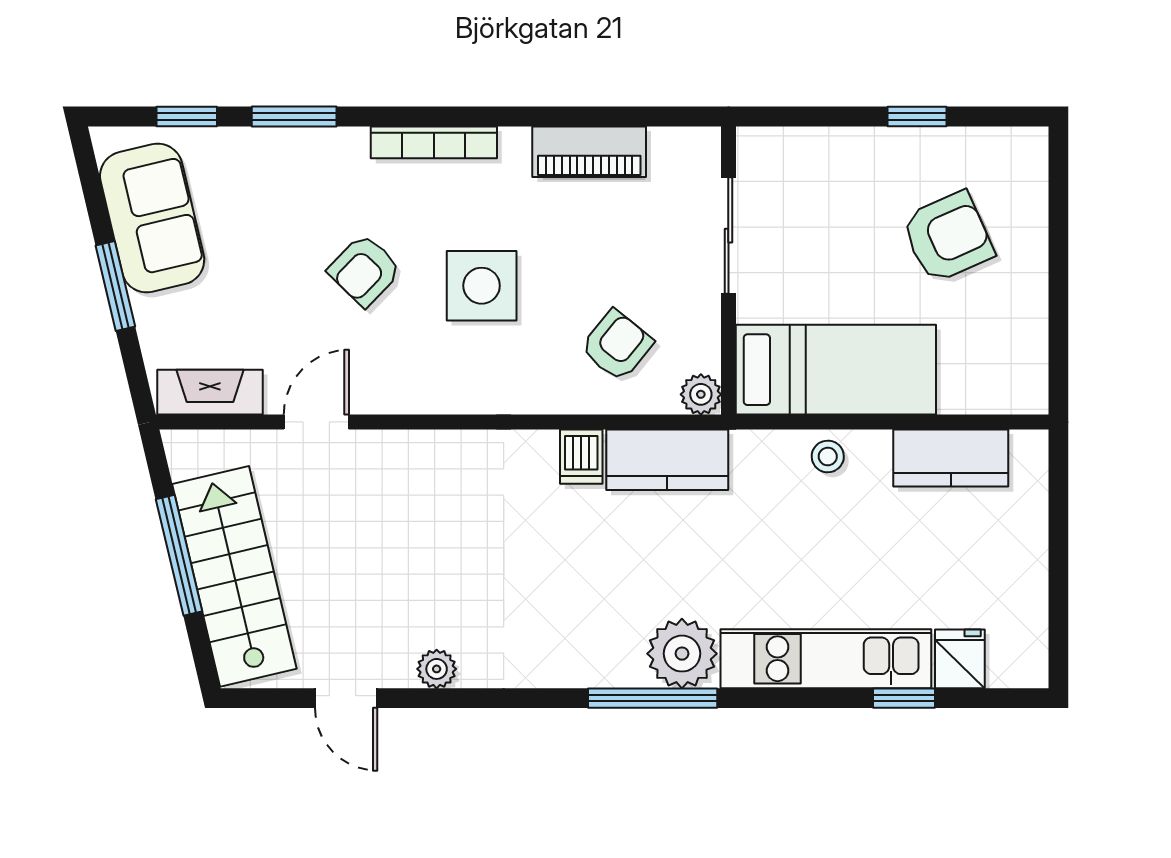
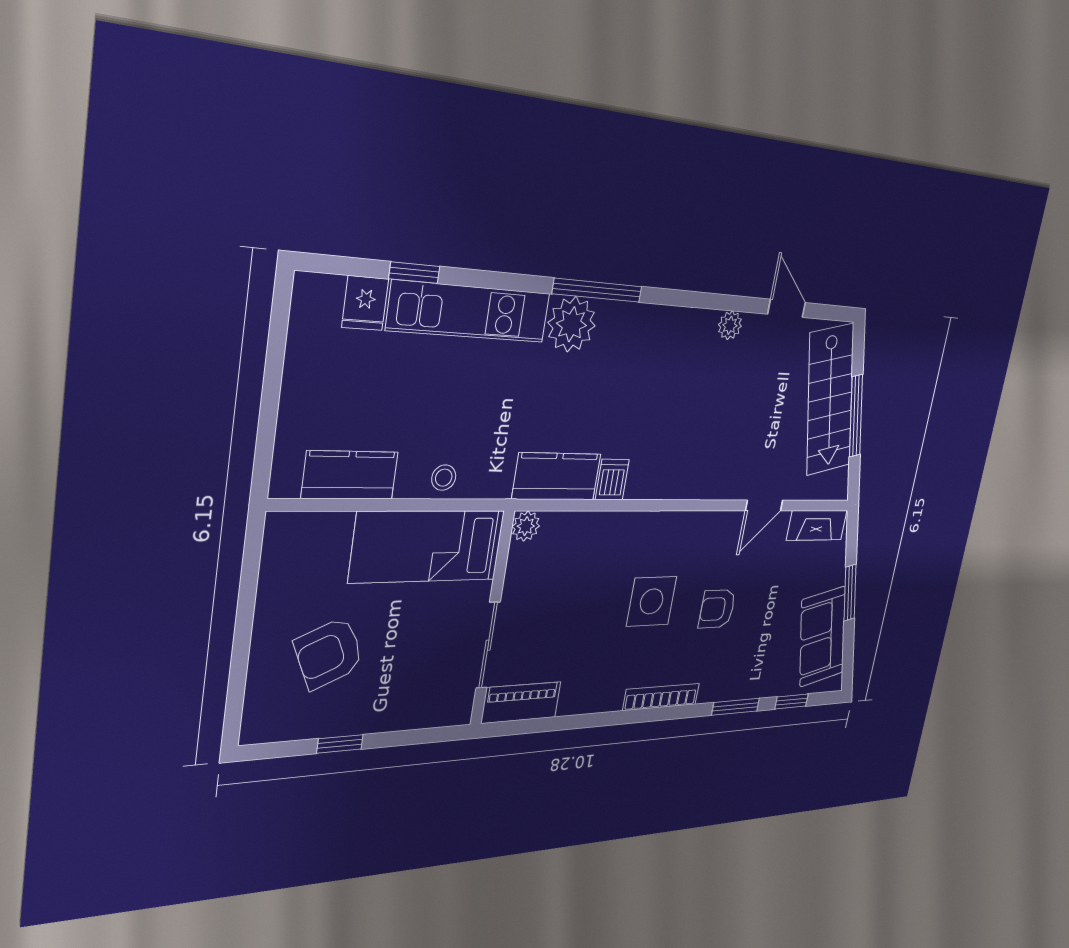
piano: (589, 152) -> (521, 703), moved
armchair: (365, 270) -> (717, 609), turned -134
armchair: (617, 345) -> (575, 562), removed

